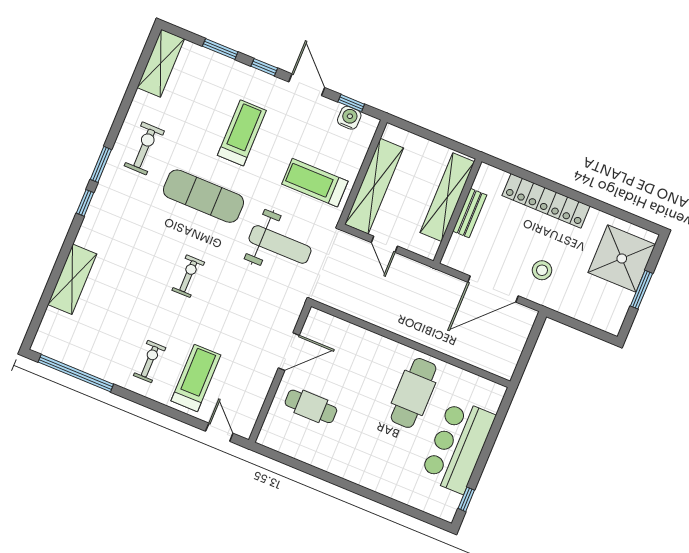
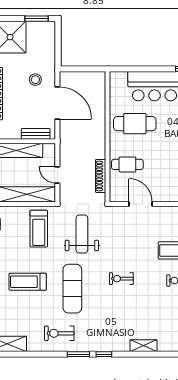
bench: (470, 213) -> (36, 134), moved
door: (384, 244) -> (57, 175), swing flipped
shelving: (72, 279) -> (143, 346), width x0.67, depth x0.75
window: (641, 290) -> (36, 19), moved
shoe rack: (356, 309) -> (101, 176), added
cafe table: (311, 406) -> (127, 164), moved, turned 90

